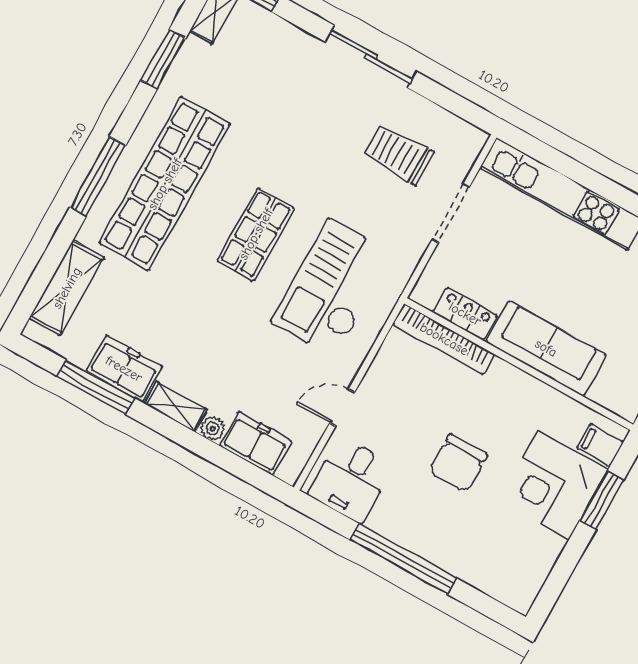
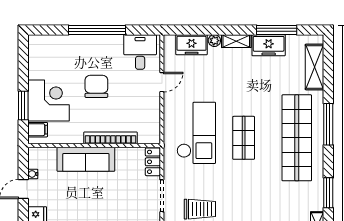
locker: (465, 314) -> (153, 162), moved, turned 90
bookcase: (444, 339) -> (111, 138), moved

